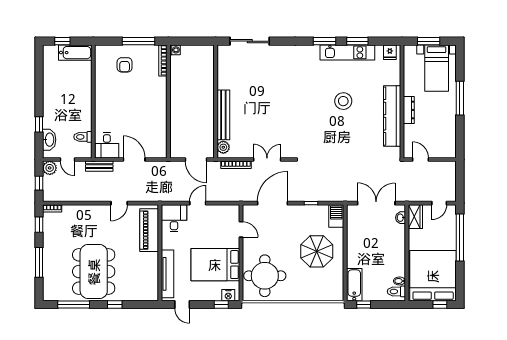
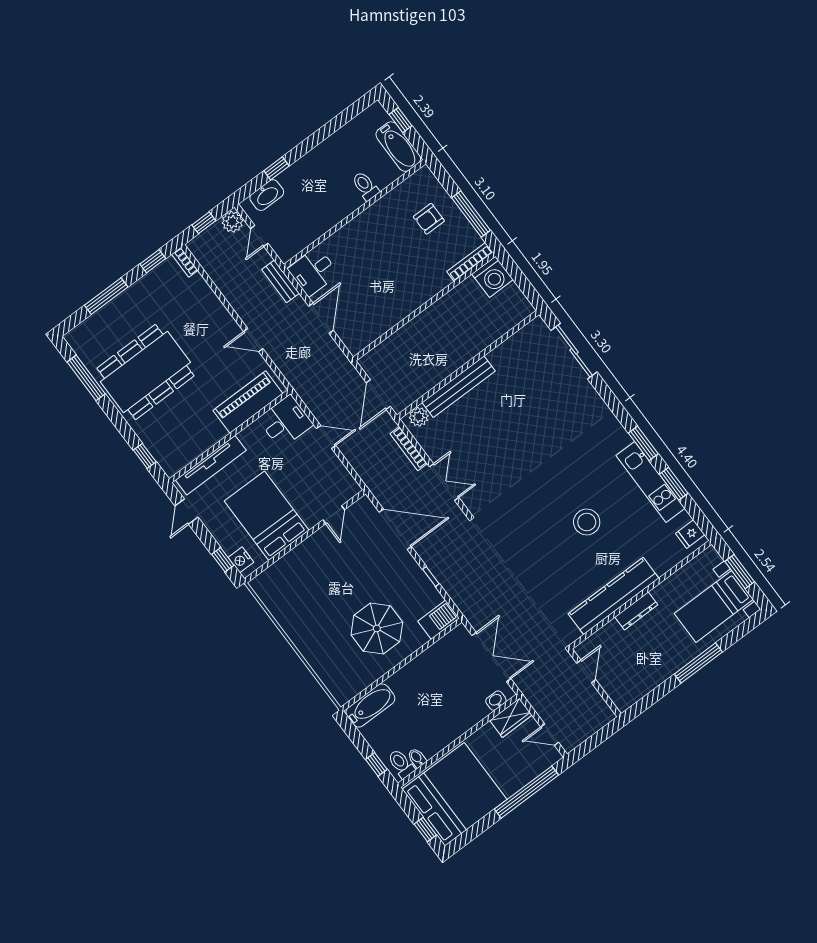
washing machine: (175, 50) -> (493, 277), width x1.89, depth x1.89
toilet: (83, 137) -> (365, 186), moved
round table: (265, 276) -> (299, 587), removed
window: (115, 305) -> (145, 456), moved
window: (364, 305) -> (376, 764), moved

